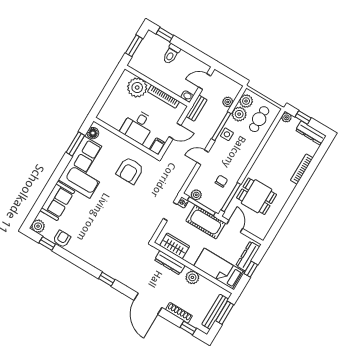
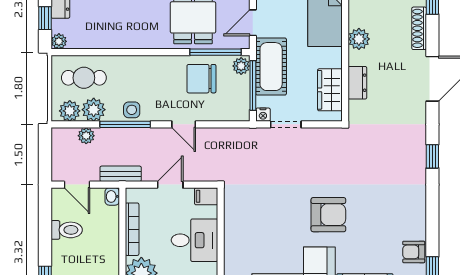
toilet: (171, 54) -> (67, 230), moved
door: (175, 131) -> (170, 185), hinge flipped
armchair: (130, 171) -> (328, 215), moved
chair: (221, 181) -> (201, 79), width x1.87, depth x1.87
plant: (196, 195) -> (241, 66), moved
dresser: (170, 263) -> (357, 83), width x0.70

